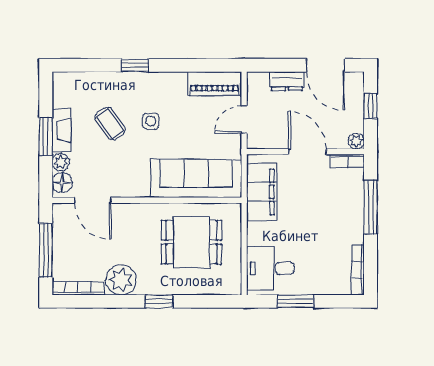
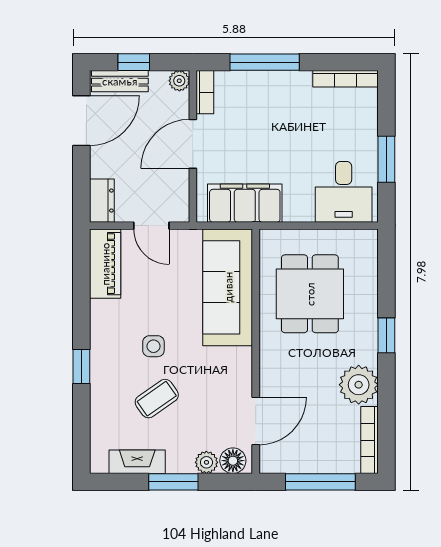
dresser: (287, 81) -> (102, 201), moved
bench: (356, 95) -> (120, 81), added
fireplace: (61, 130) -> (137, 462), moved

